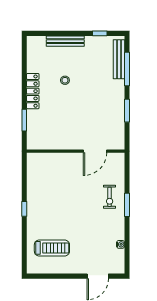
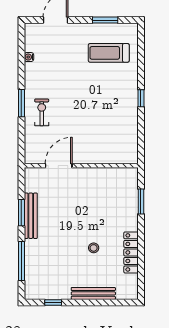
bench: (119, 59) -> (31, 216), moved
locker: (33, 91) -> (131, 252), moved
window: (55, 276) -> (105, 20), added

